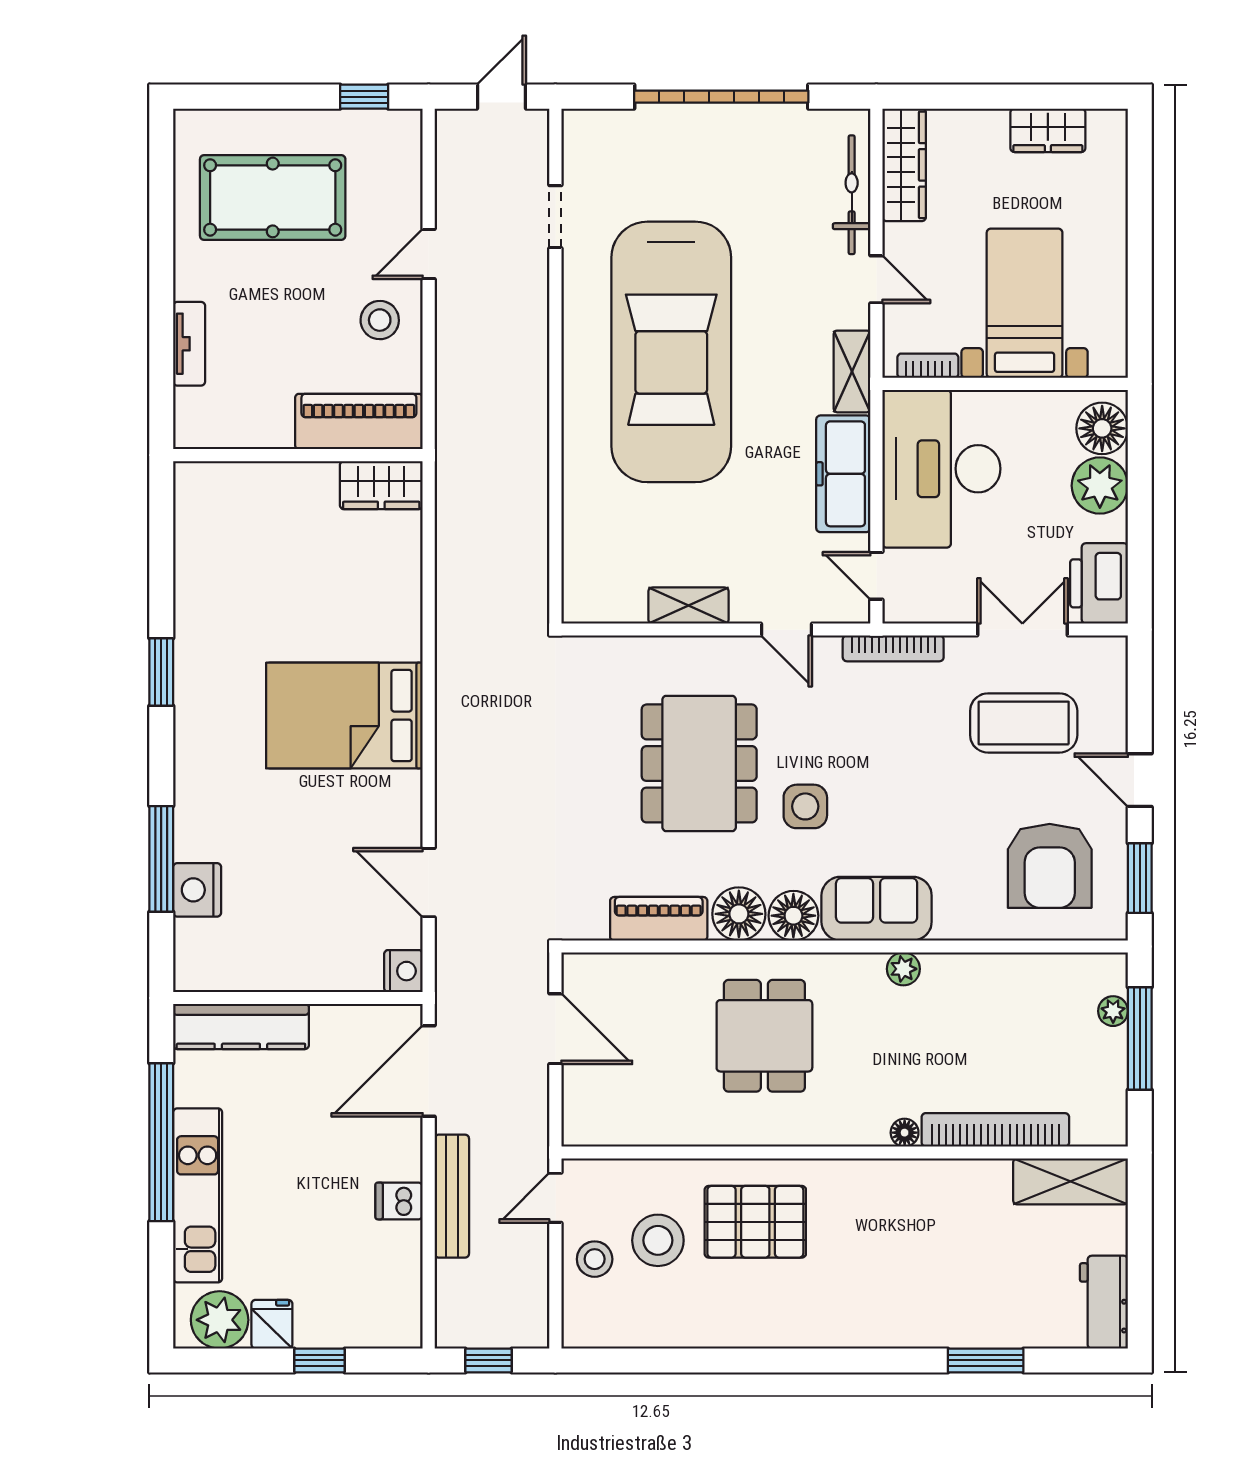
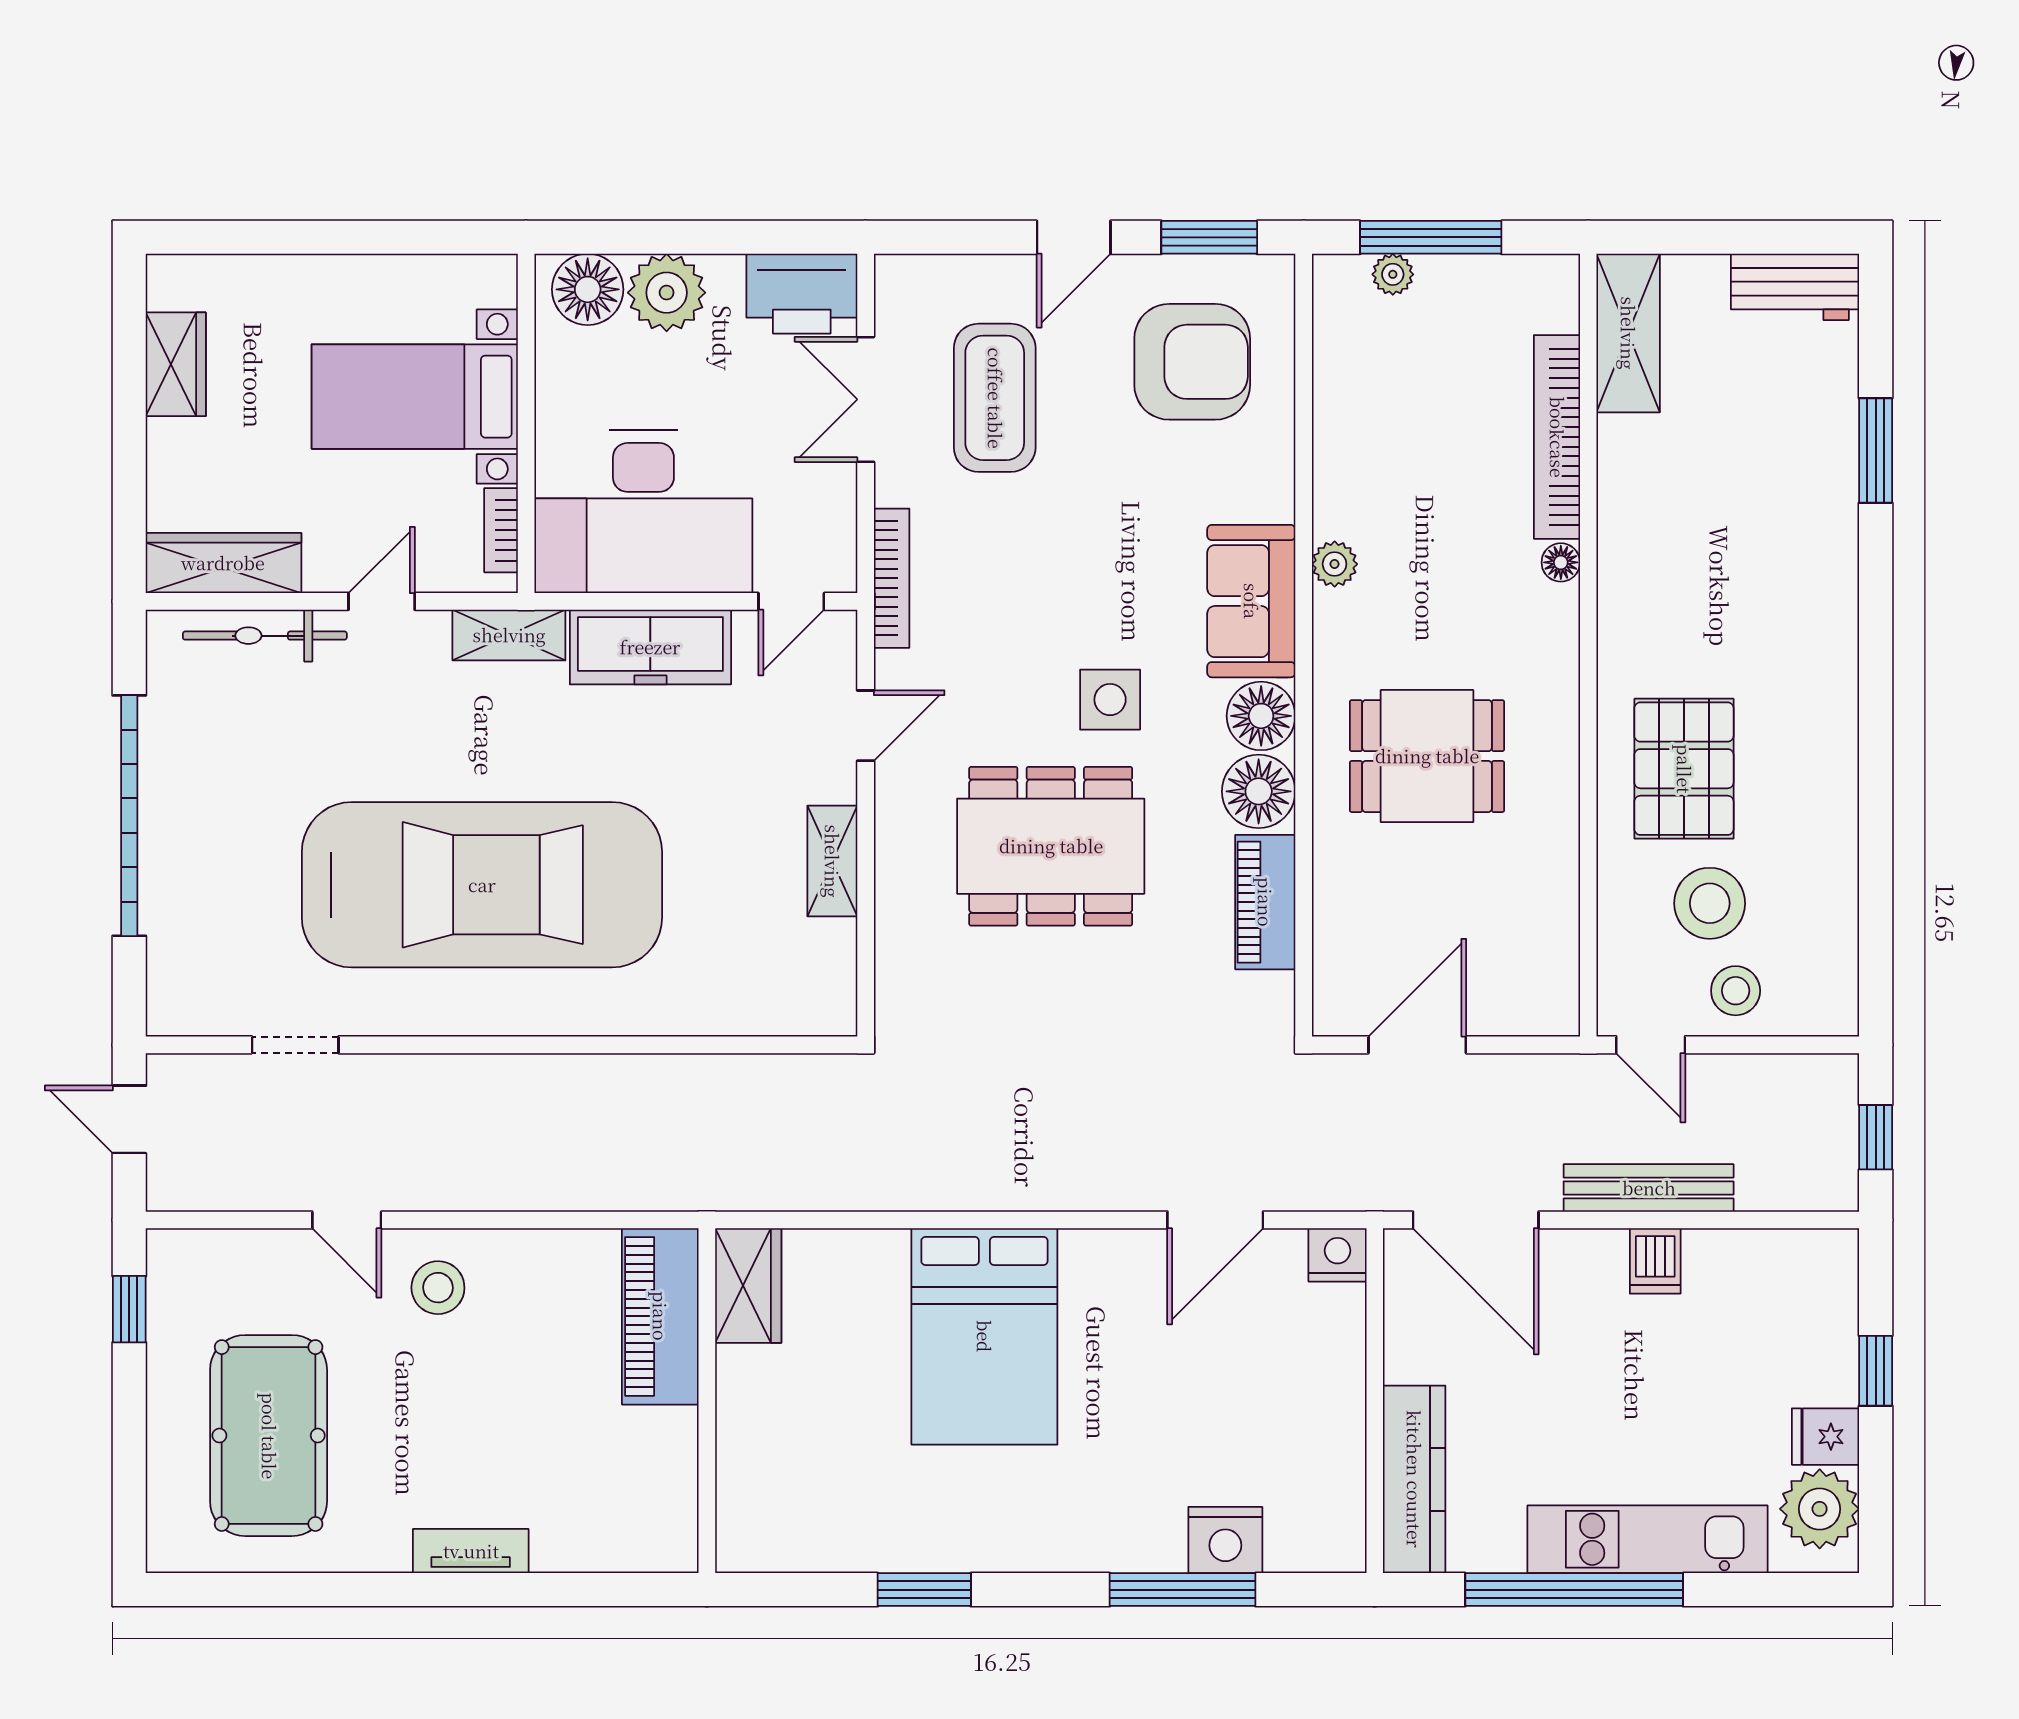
piano: (359, 422) -> (660, 1316), moved
wall: (298, 455) -> (707, 1401), moved
wardrobe: (381, 485) -> (748, 1286), moved

